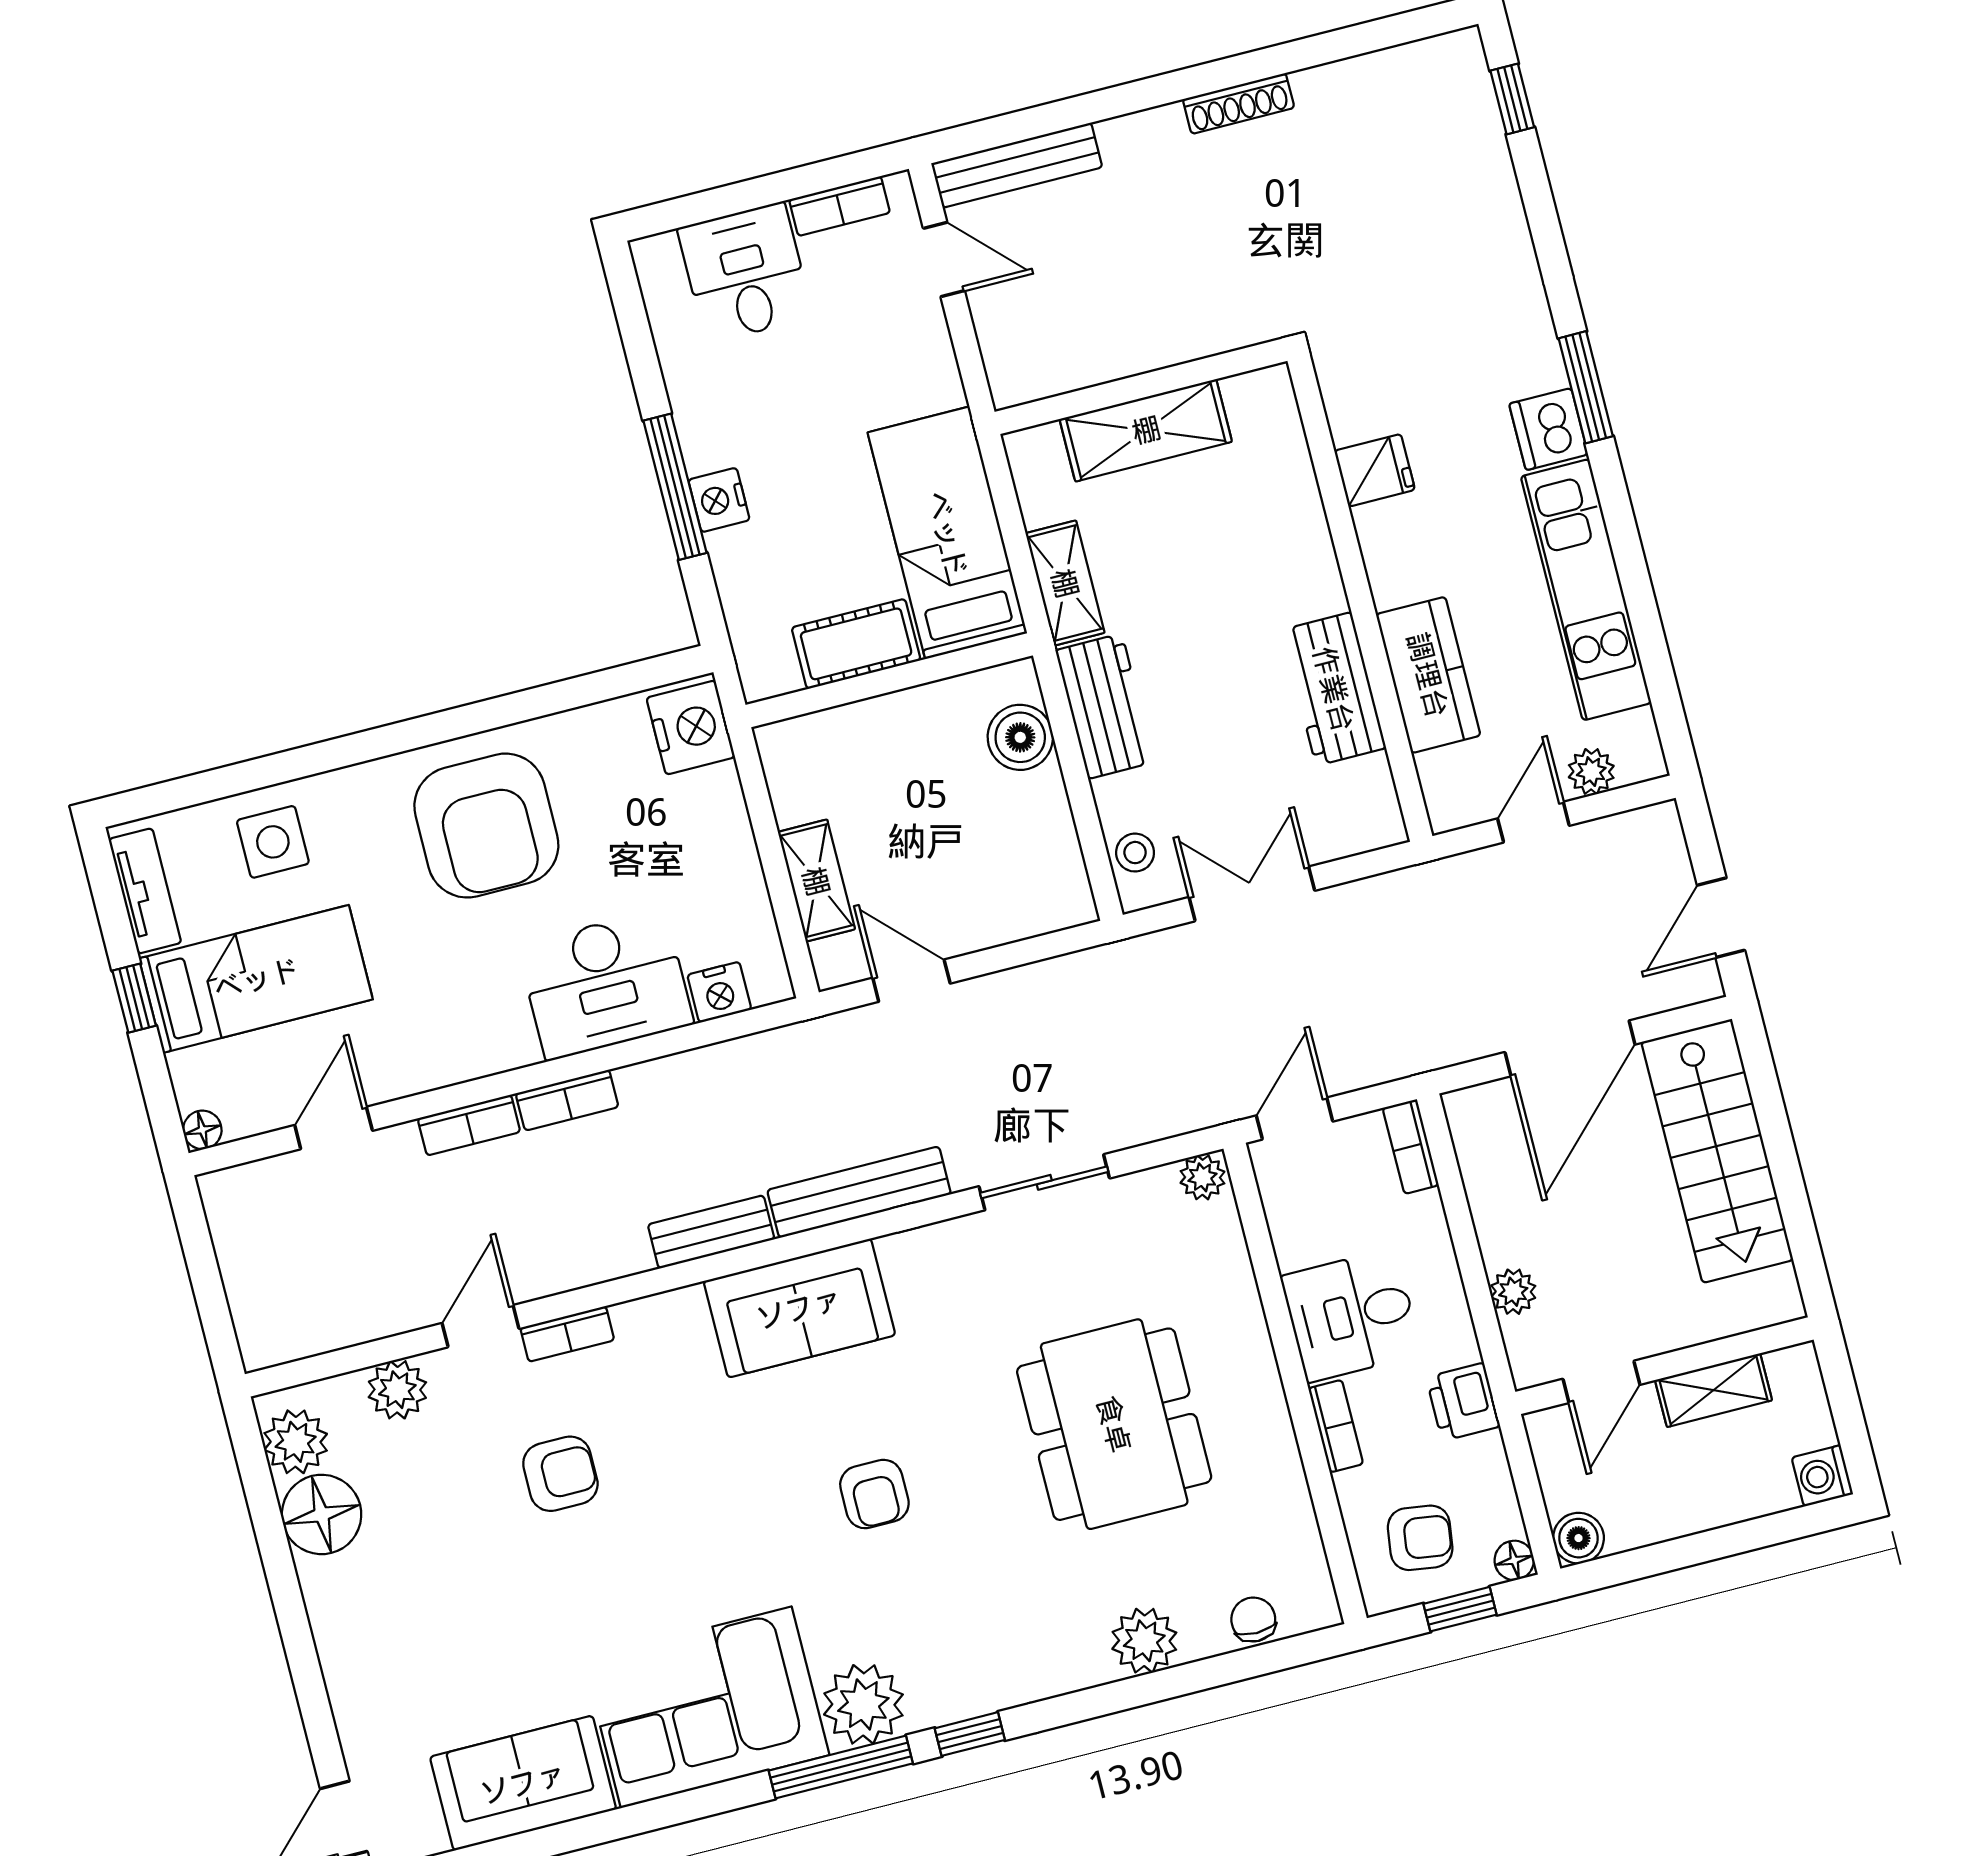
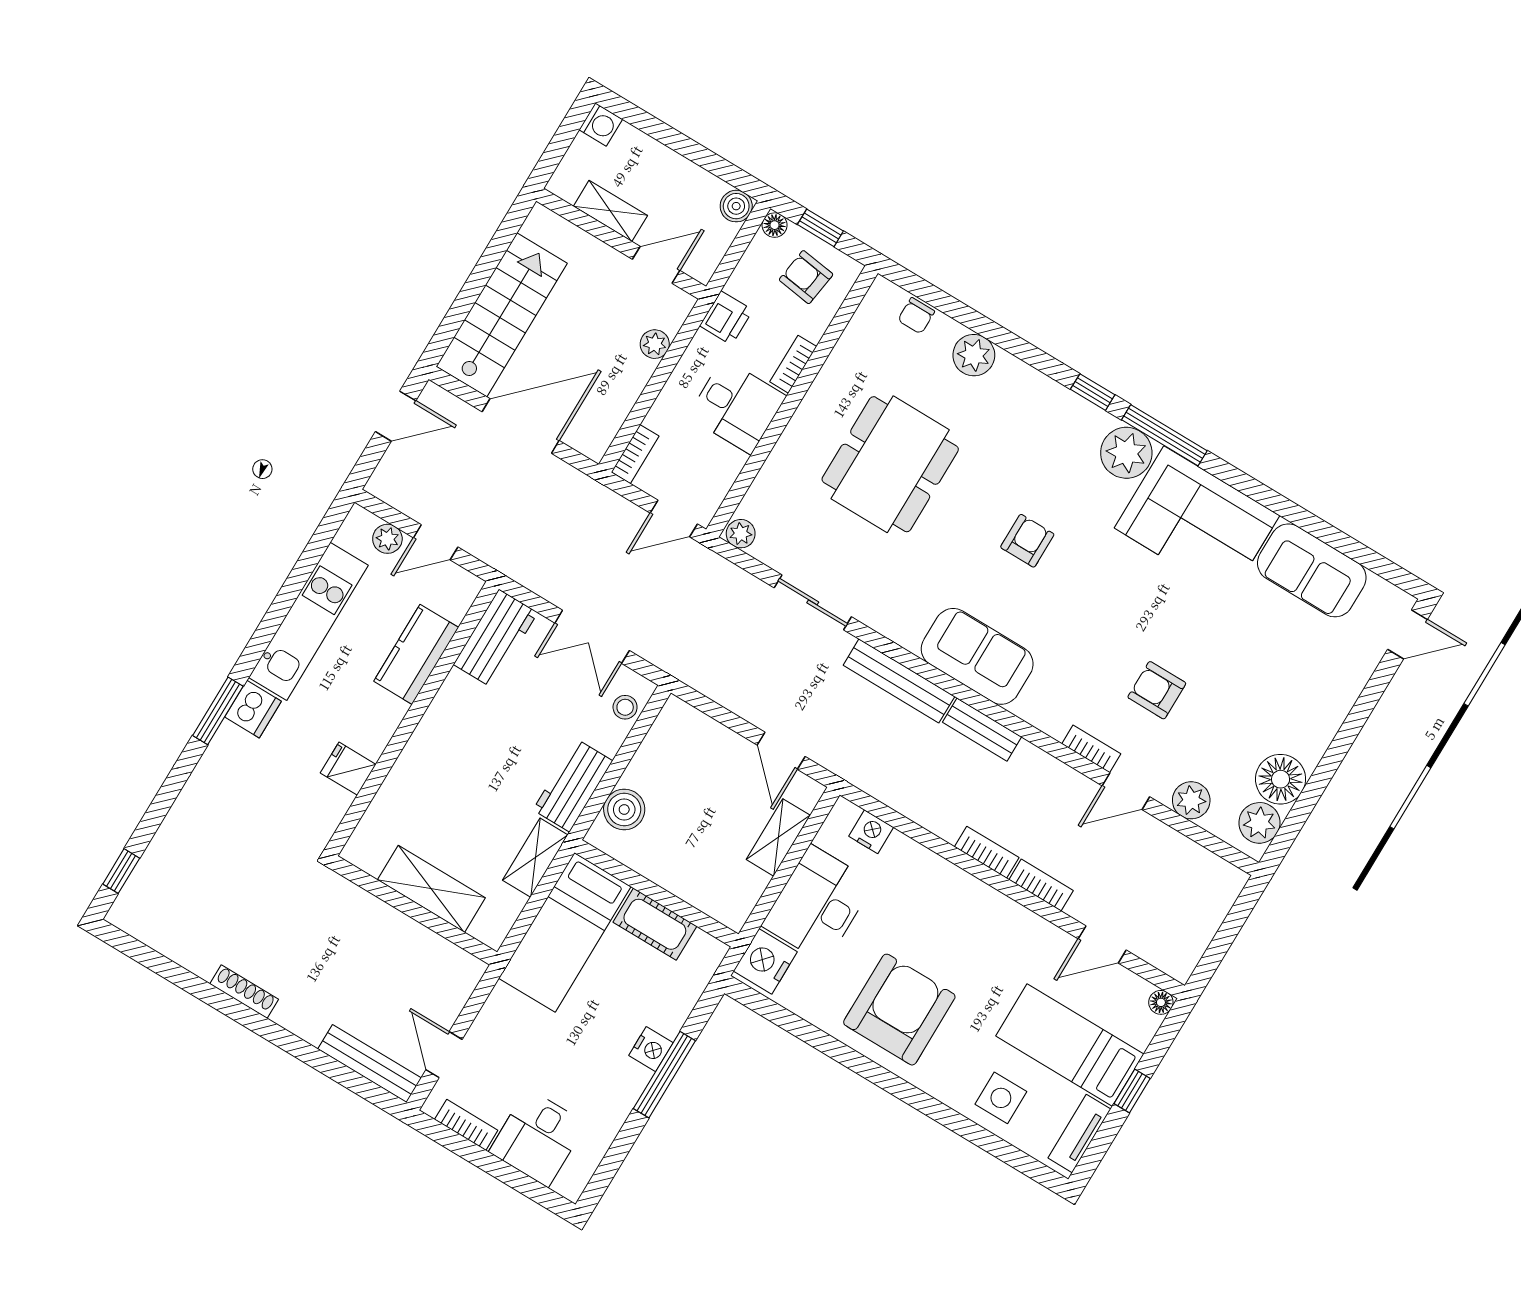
workbench: (1334, 689) -> (496, 638), moved
desk: (605, 985) -> (818, 904), moved, turned -90

